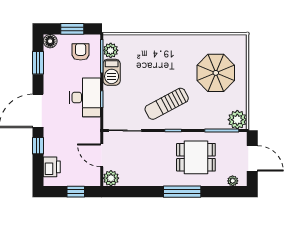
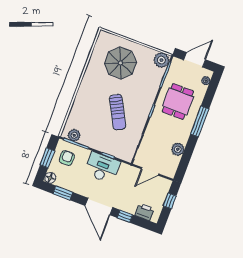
armchair: (81, 52) -> (67, 158), turned 90
barbecue: (112, 72) -> (91, 141), removed
sun lounger: (167, 104) -> (118, 112), moved
plant: (111, 178) -> (178, 149), moved

